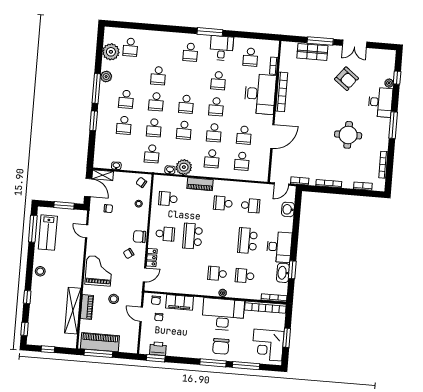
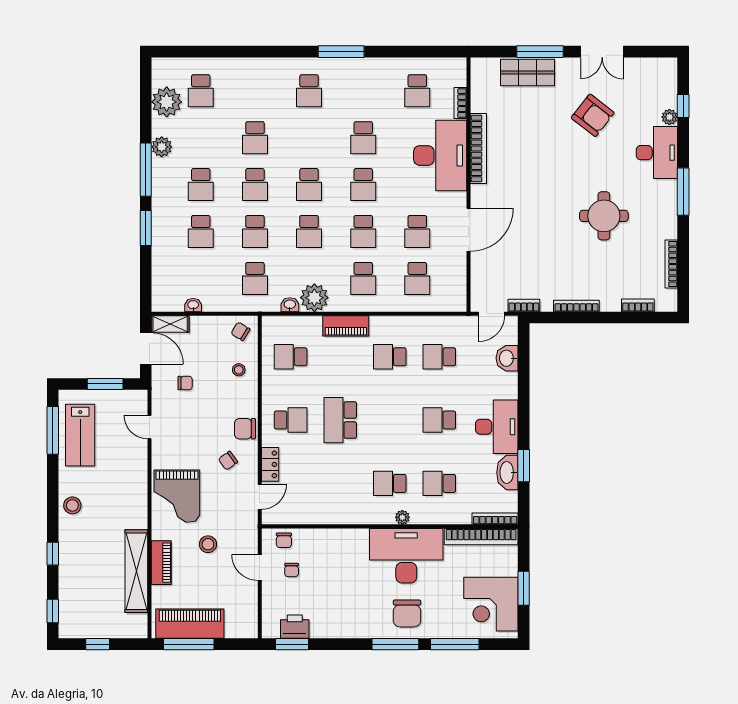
desk: (221, 48) -> (364, 79), removed
school desk: (250, 206) -> (439, 357), turned 180
school desk: (248, 241) -> (439, 420), width x0.54
grand piano: (99, 271) -> (177, 496), turned 180
filing cabinet: (180, 302) -> (327, 541), removed

